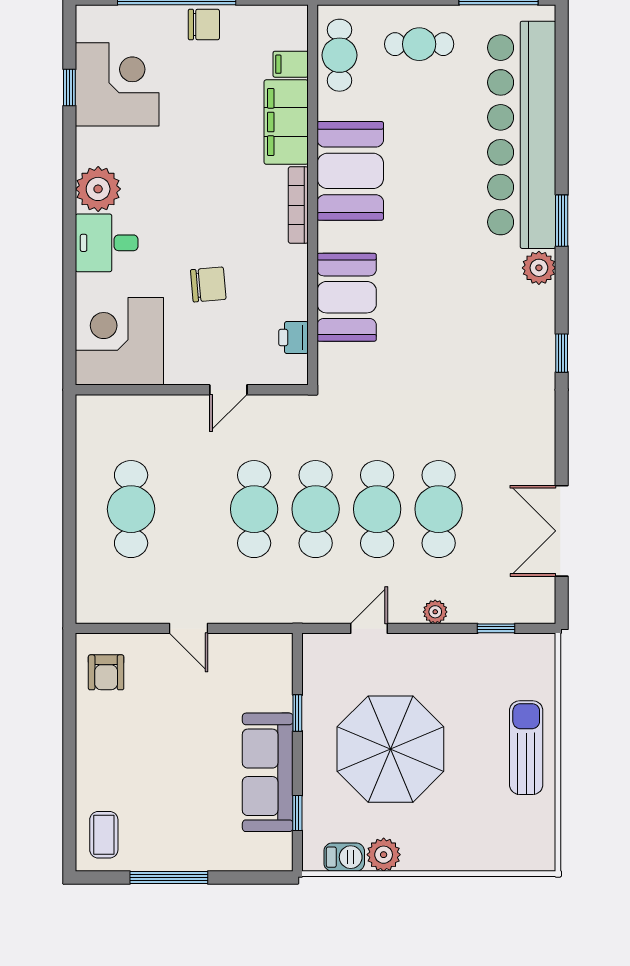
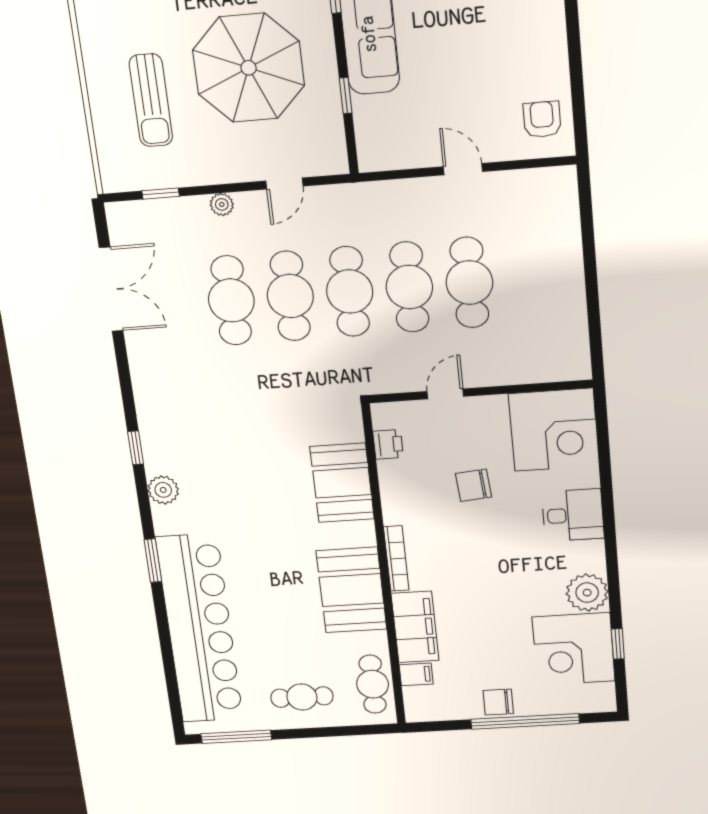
plant: (98, 189) -> (587, 593), moved
plant: (539, 268) -> (163, 490), moved
cafe table: (131, 509) -> (469, 283), moved
sun lounger: (526, 748) -> (151, 100), moved

